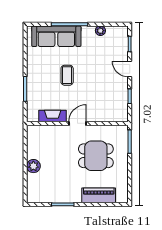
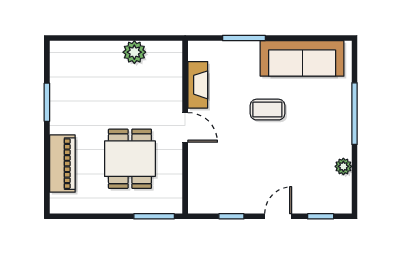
sofa: (56, 36) -> (302, 58), moved, turned -90
plant: (33, 166) -> (134, 52), moved

